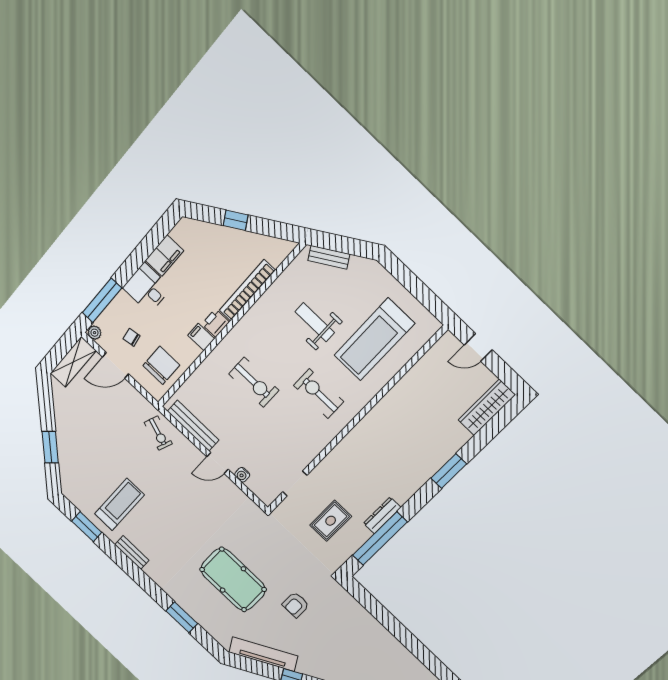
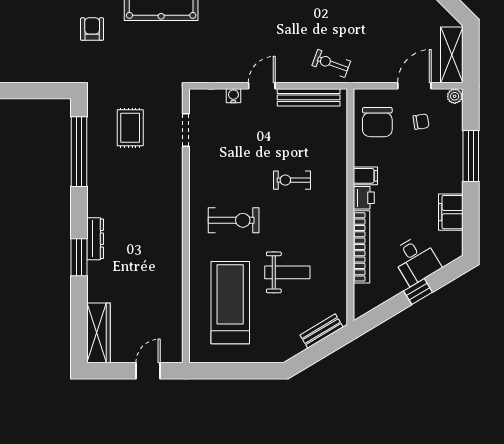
desk: (147, 288) -> (416, 260), moved, turned 59
window: (102, 300) -> (471, 156), moved
exercise bike: (254, 382) -> (292, 180), width x0.73, depth x0.72
dresser: (382, 515) -> (95, 239), moved

